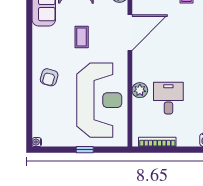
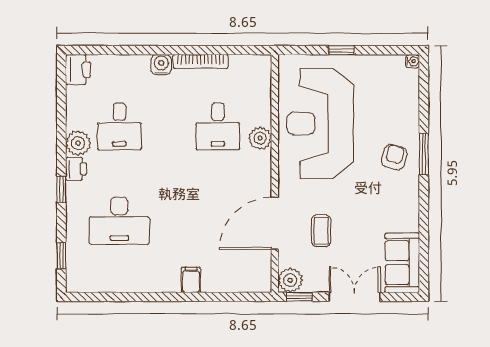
coffee table: (82, 37) -> (321, 231), moved
window: (29, 79) -> (424, 154), added
bookcase: (157, 142) -> (201, 61), moved

